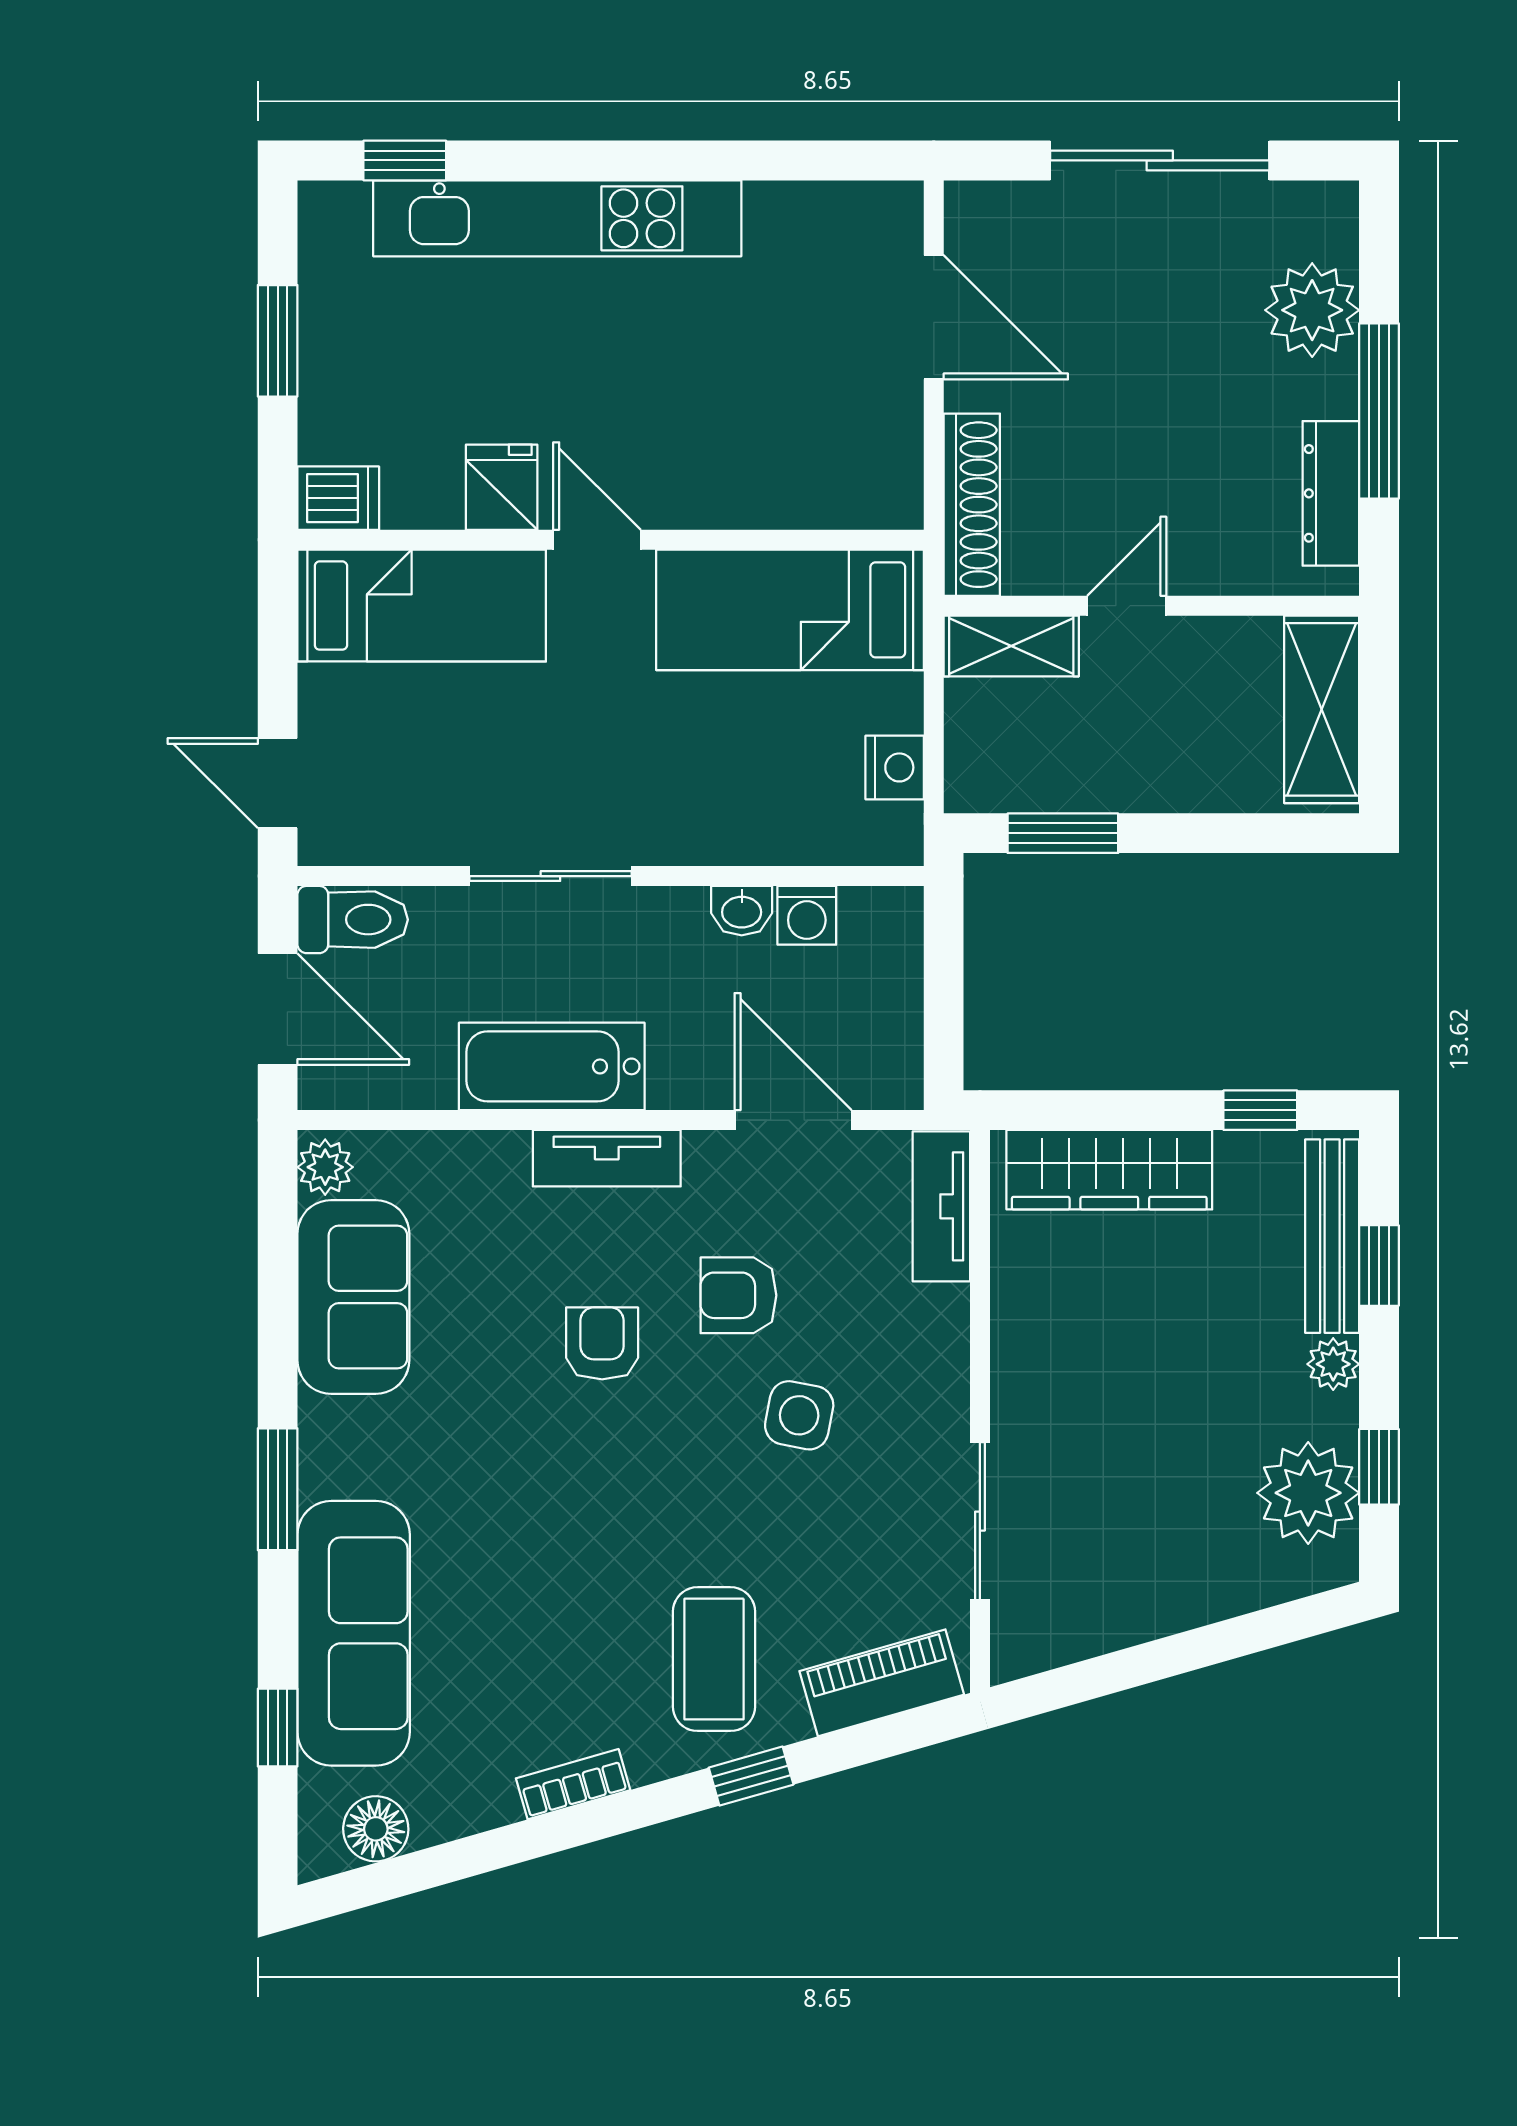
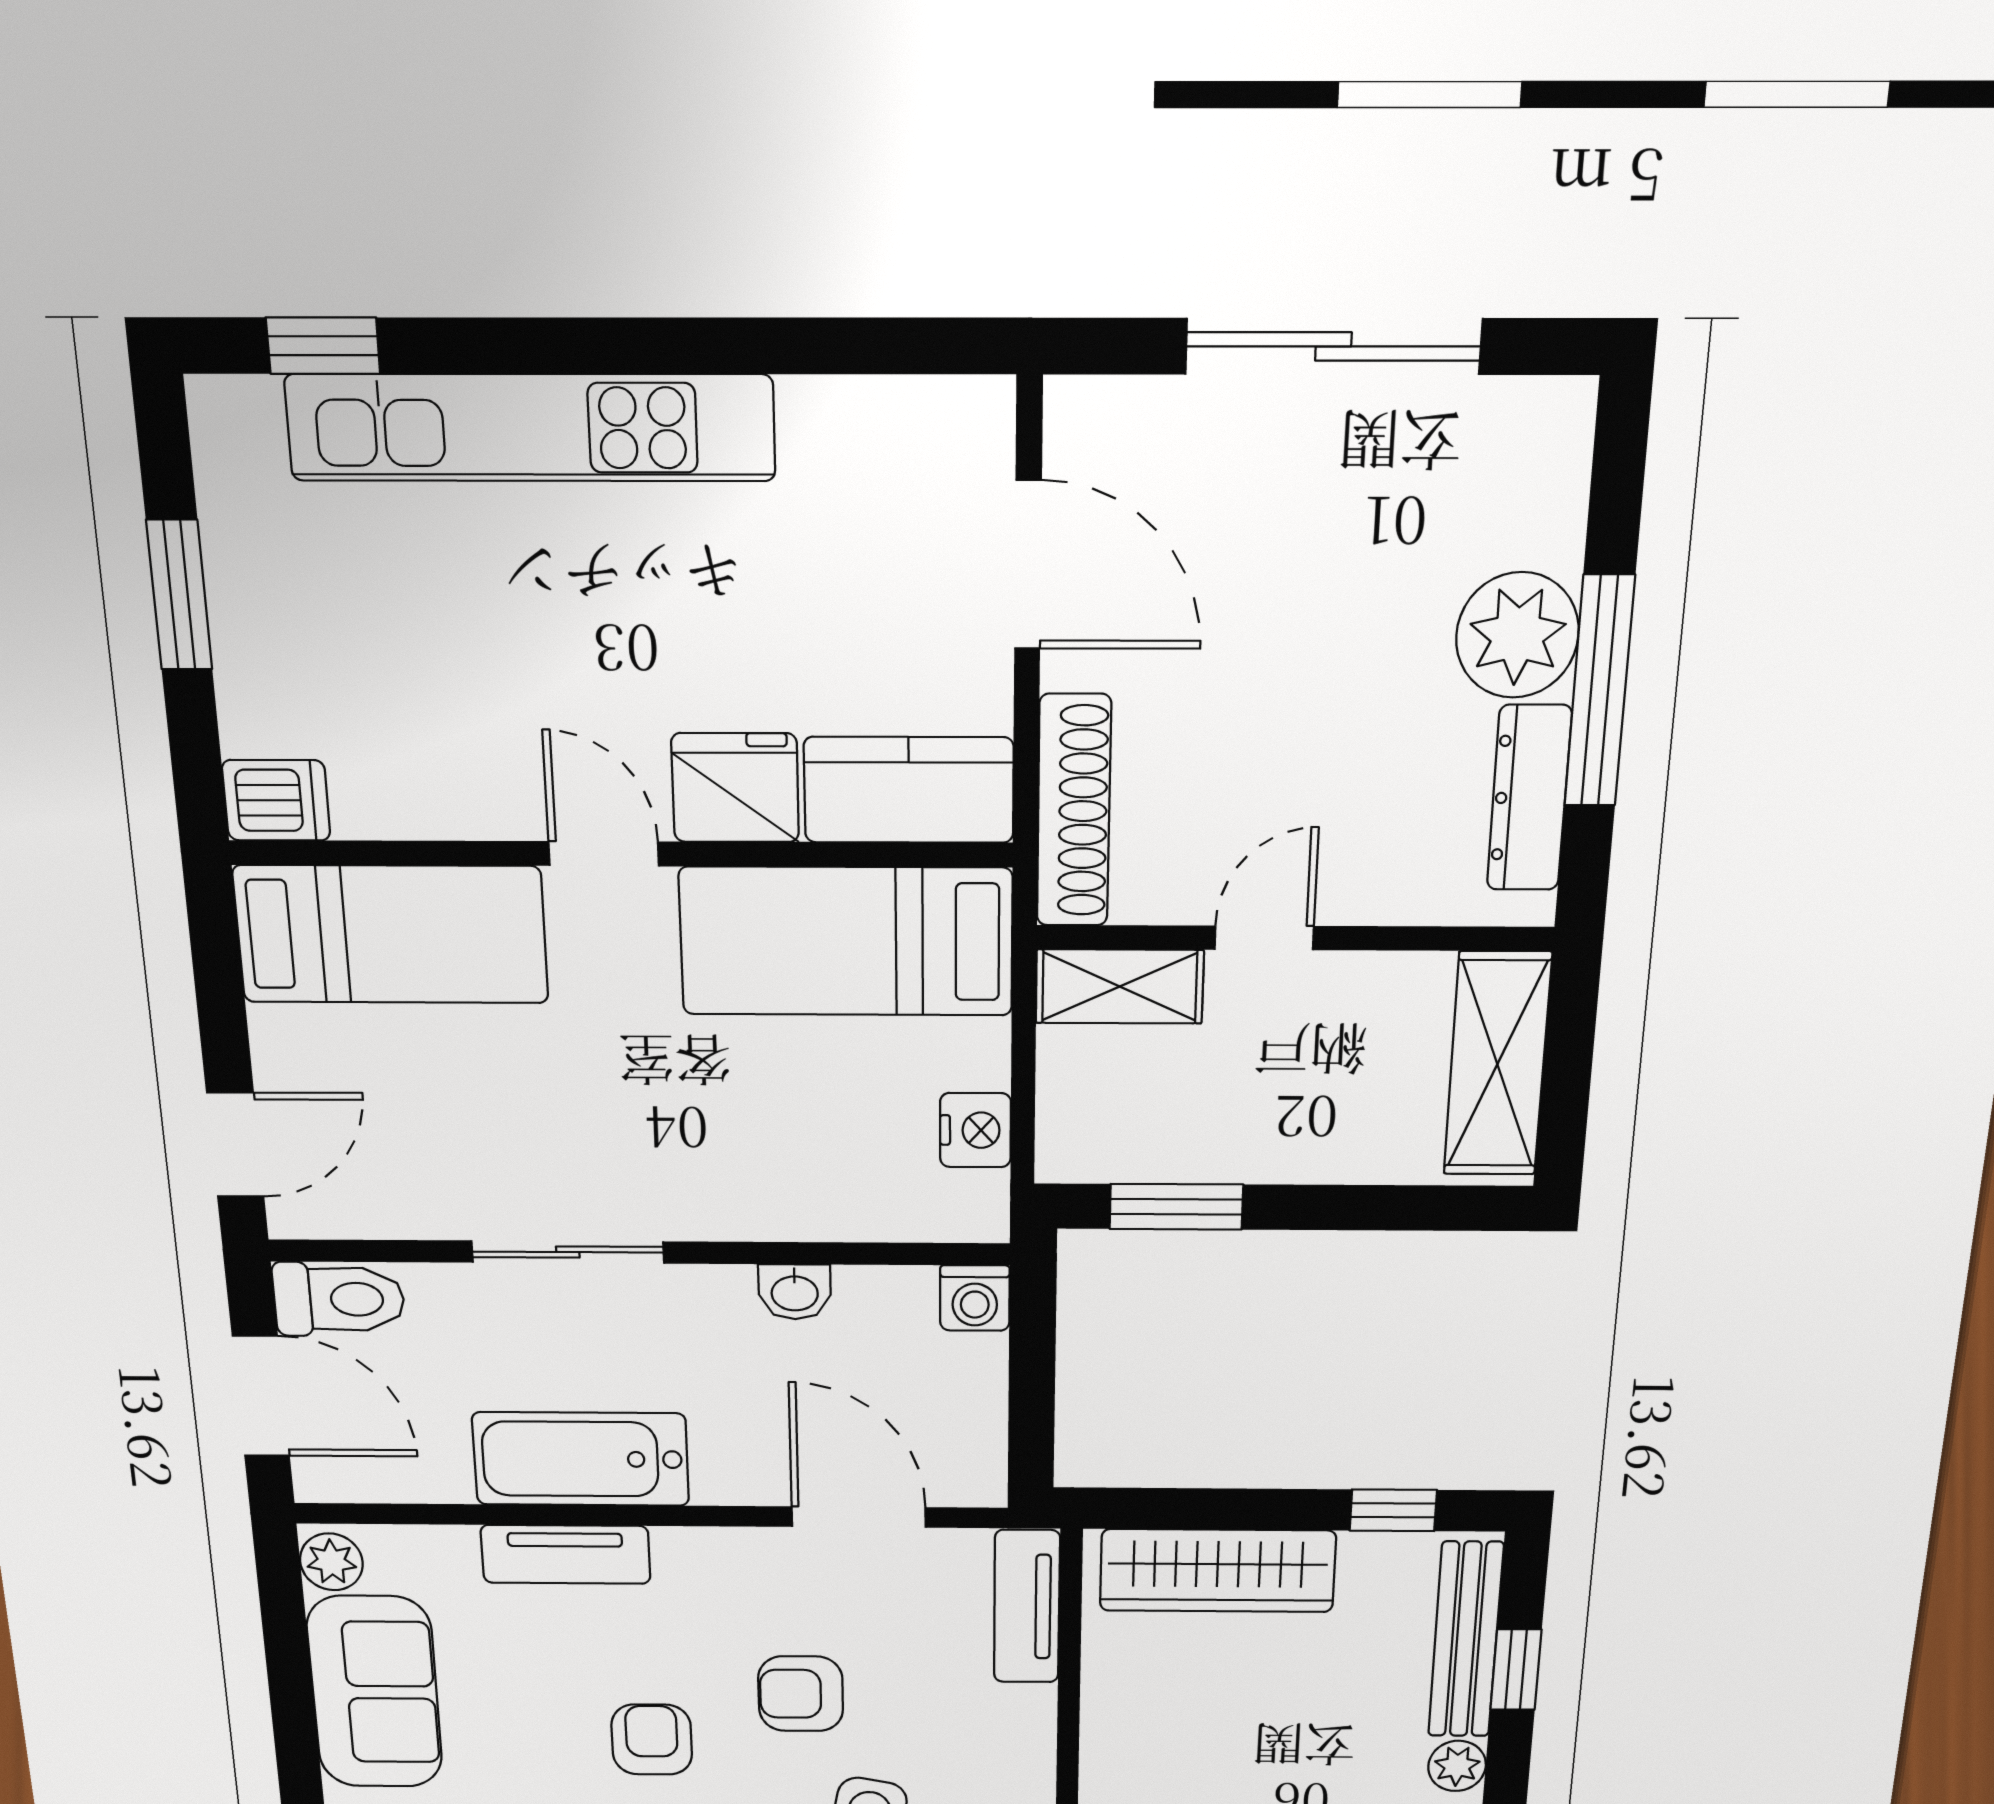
plant: (1312, 310) -> (1517, 635), moved
fridge: (502, 487) -> (735, 788), moved, width x1.38
kitchen counter: (841, 488) -> (909, 790), added
door: (278, 783) -> (235, 1145), swing flipped
washing machine: (807, 915) -> (975, 1298), moved
tv unit: (607, 1158) -> (566, 1554), moved

